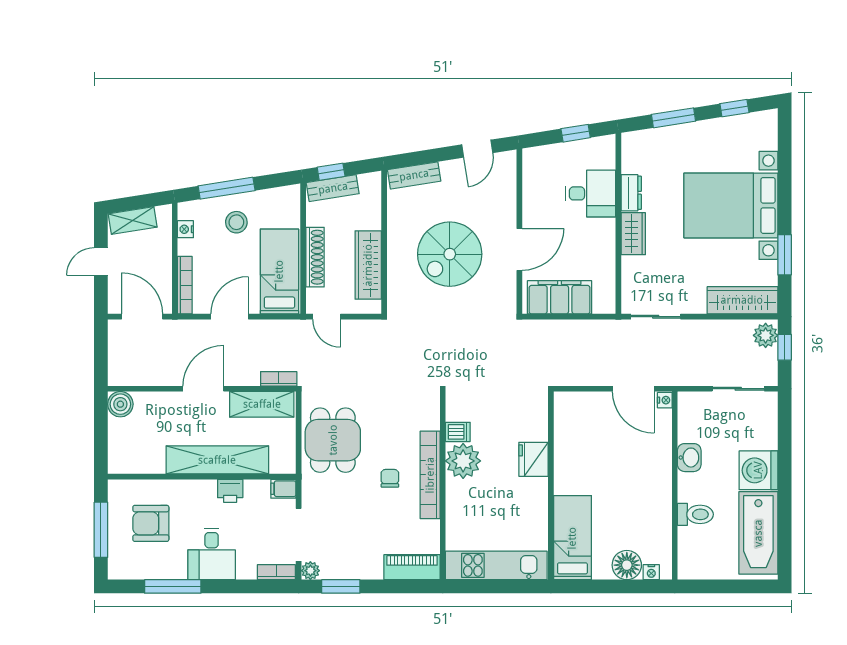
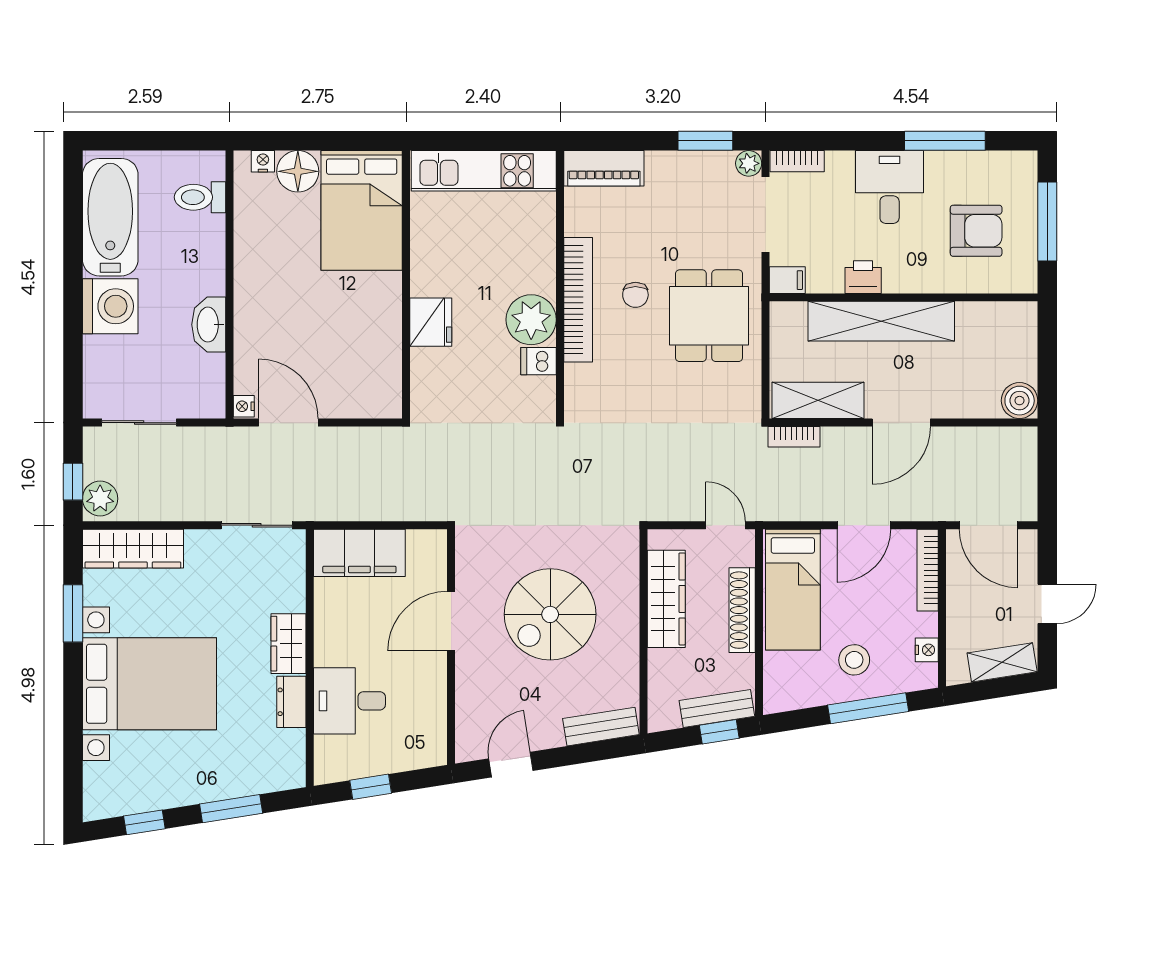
spiral stairs: (450, 254) -> (550, 614), turned 180
filing cabinet: (560, 297) -> (359, 553), moved
dining table: (333, 440) -> (709, 316), moved
washbasin: (689, 458) -> (209, 325), width x1.38
toilet: (695, 514) -> (200, 197), moved
bed: (572, 538) -> (362, 210), width x1.50

